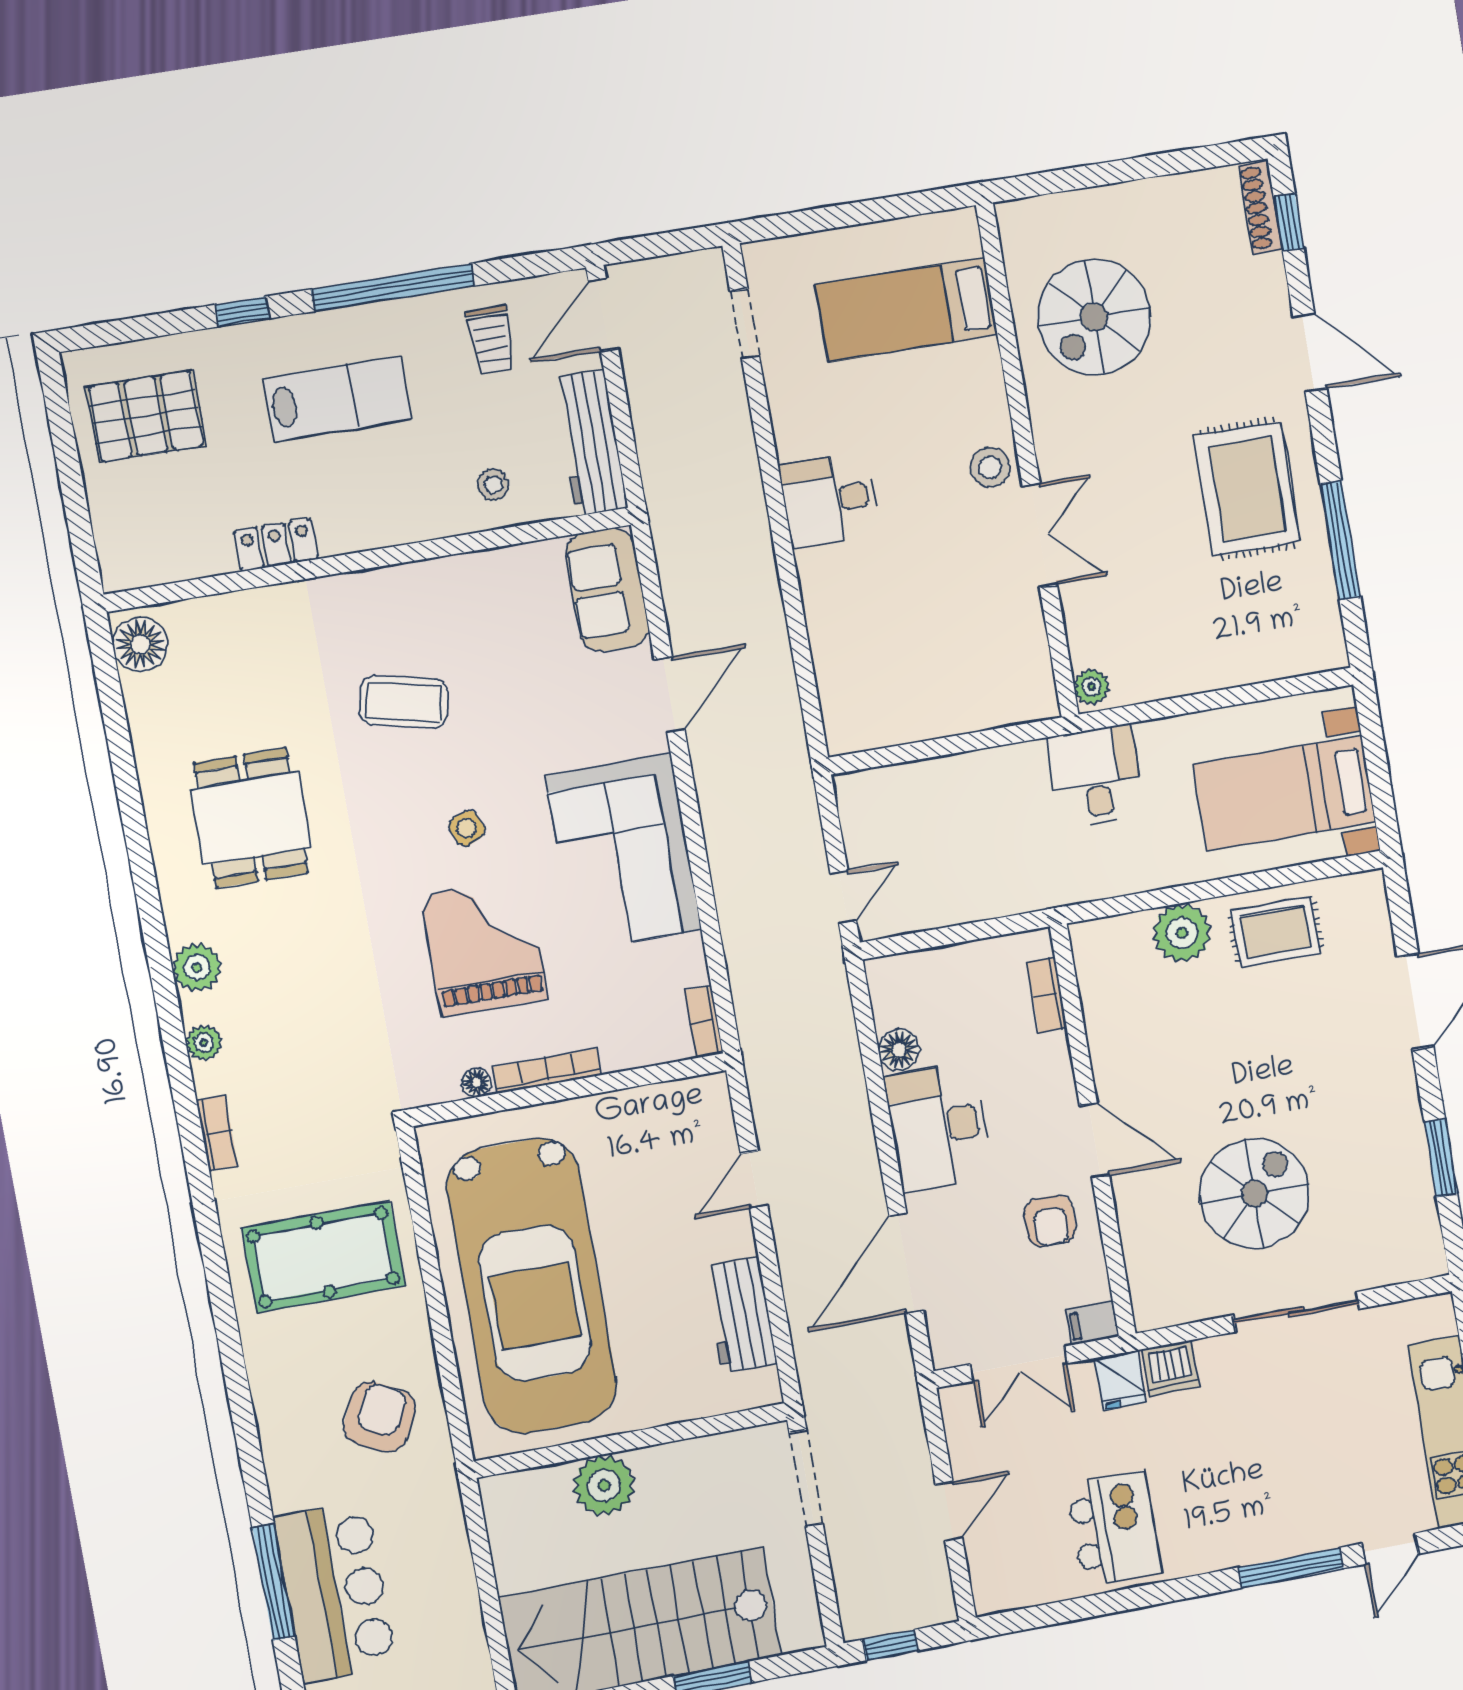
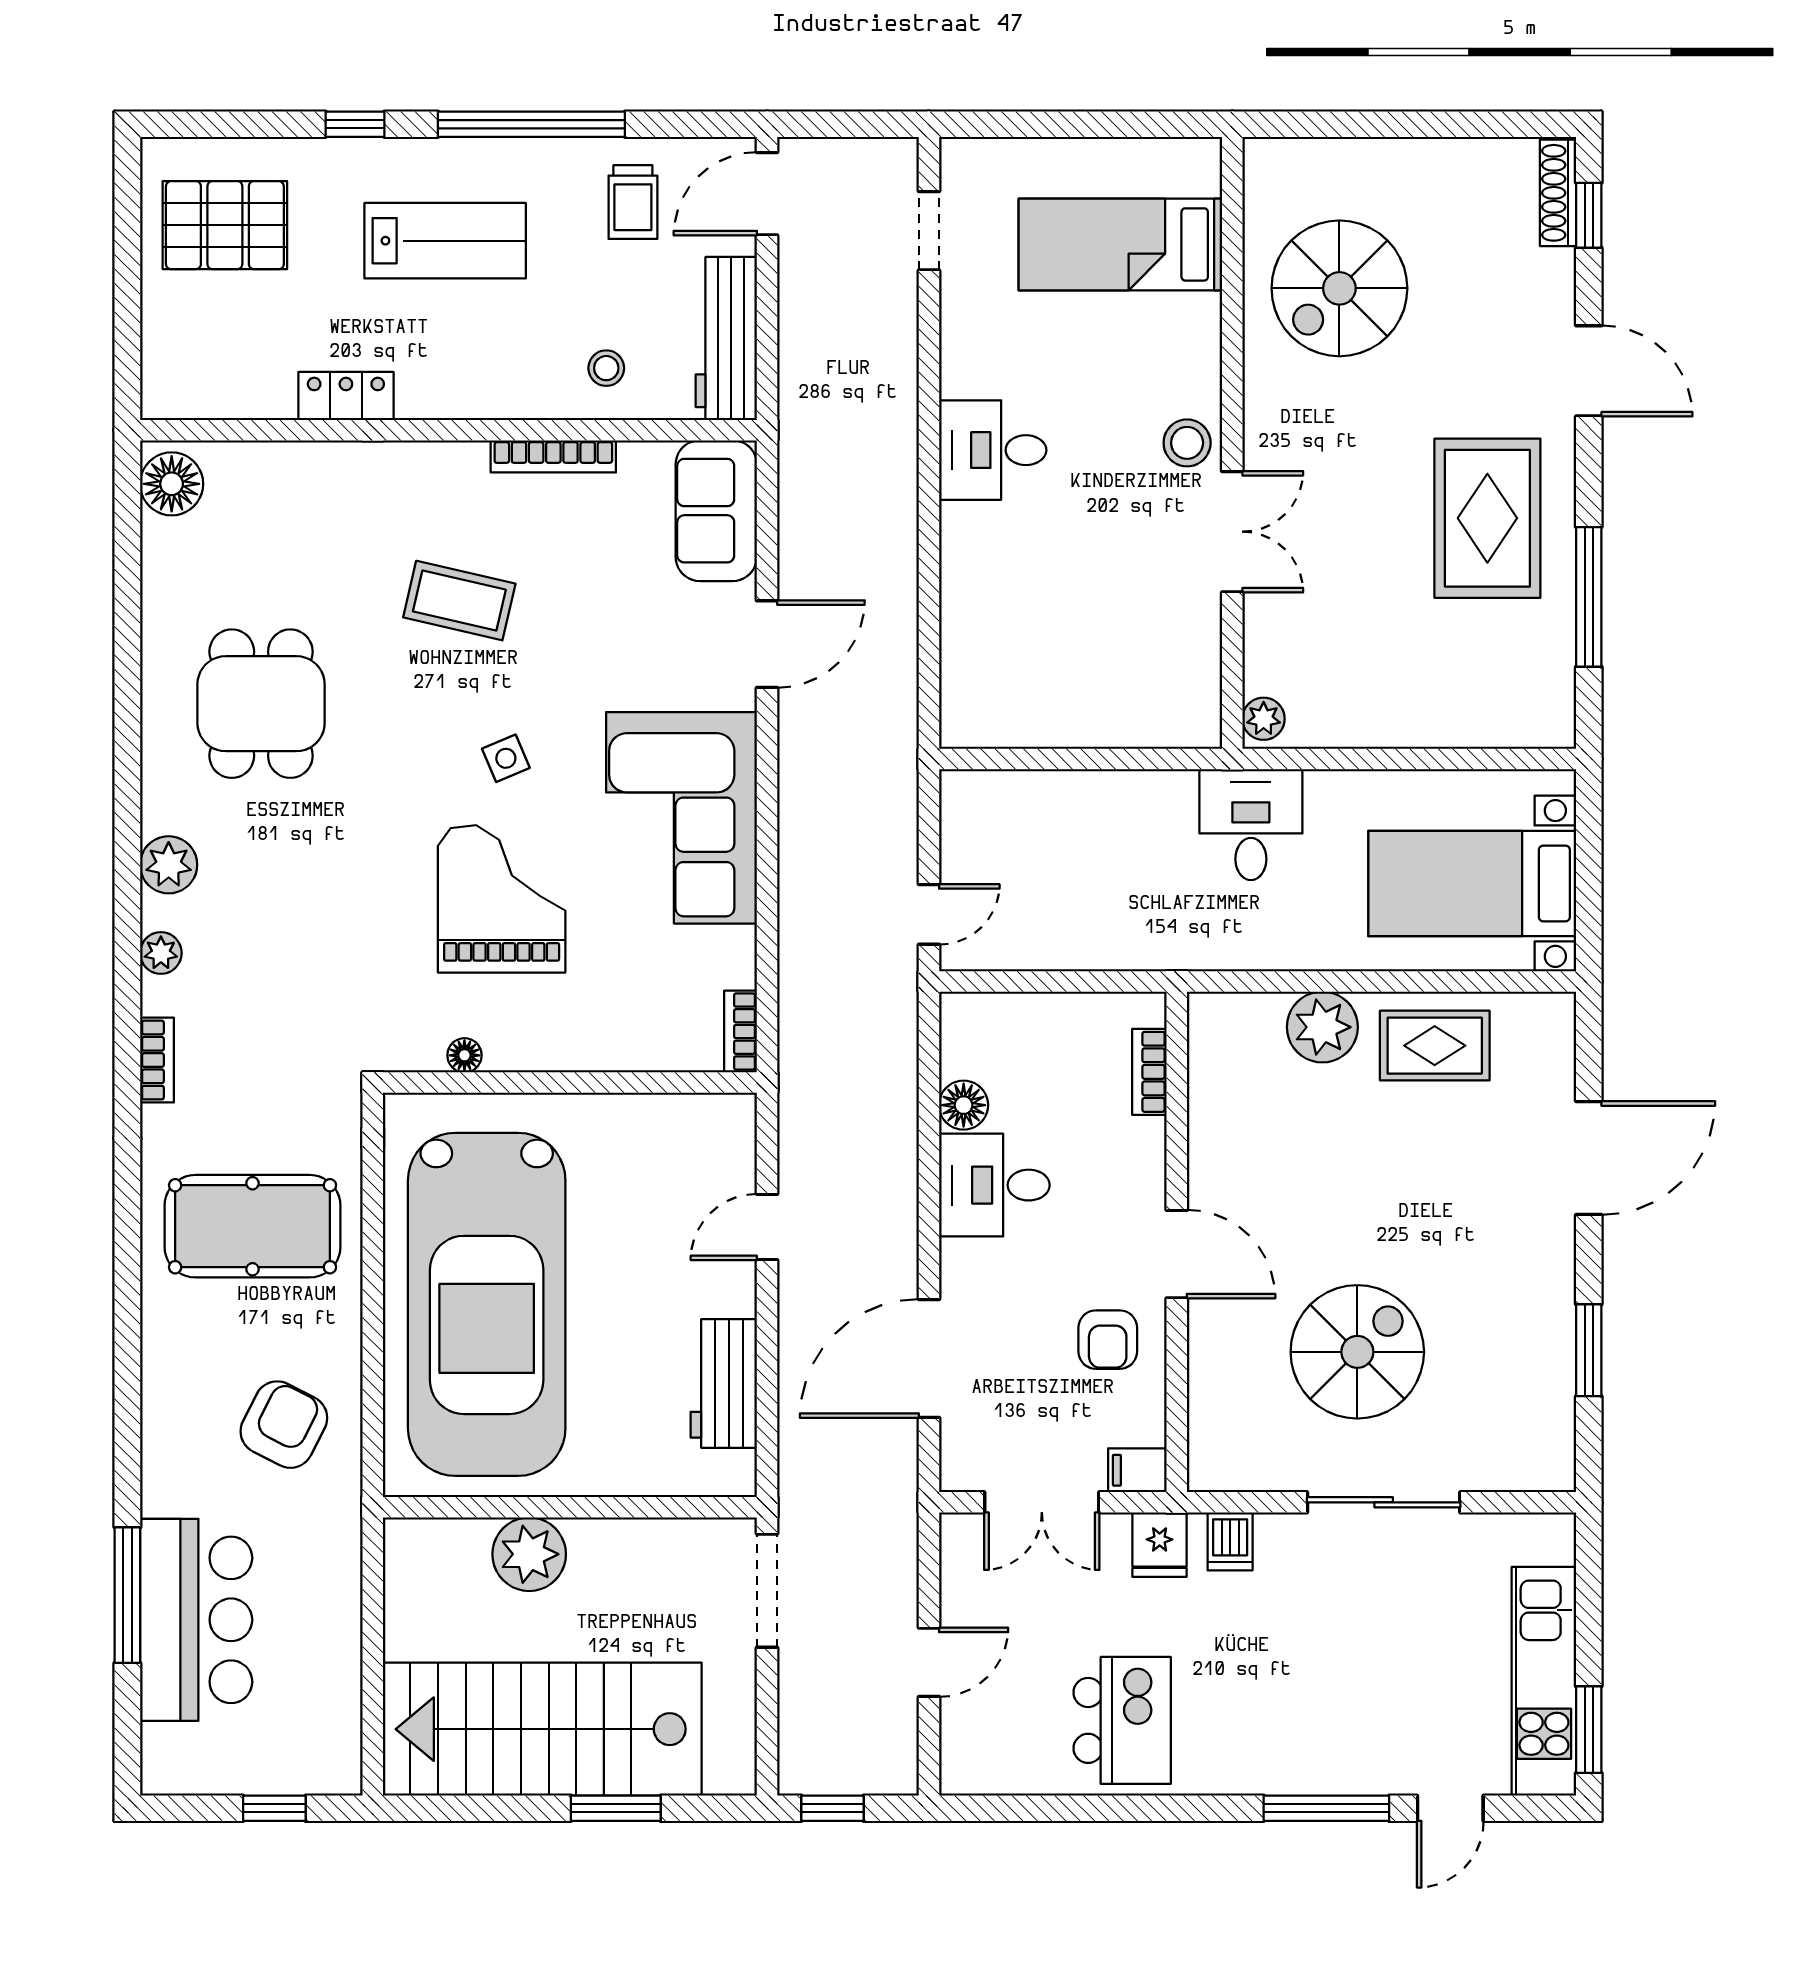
bookcase: (547, 1071) -> (553, 456), moved, turned 180
desk: (938, 1127) -> (994, 1185), width x0.73
dishwasher: (1170, 1368) -> (1230, 1541), width x0.73

